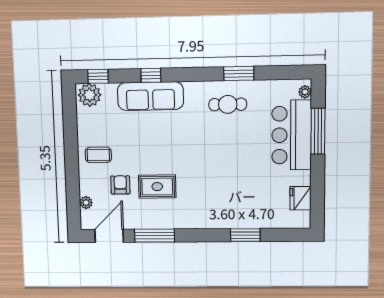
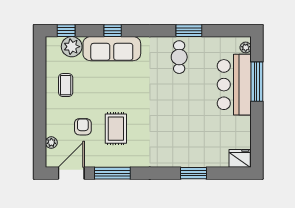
plant: (90, 95) -> (72, 47), moved
cafe table: (228, 104) -> (179, 57), turned 90
coffee table: (98, 155) -> (66, 85), moved, turned 90
rug: (157, 187) -> (116, 129), turned 90
fridge: (300, 198) -> (240, 158), moved, turned 90

